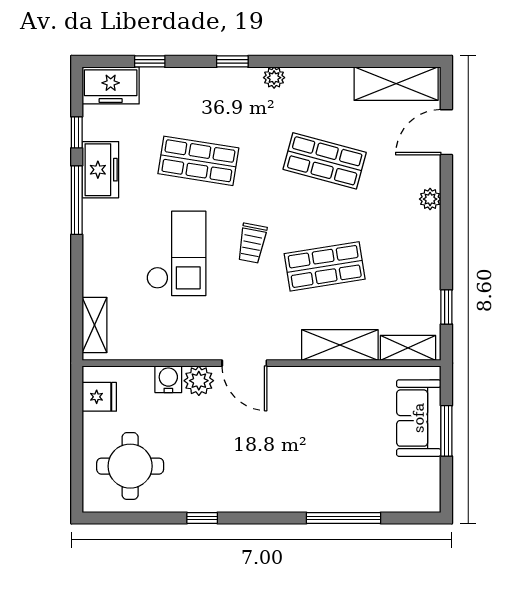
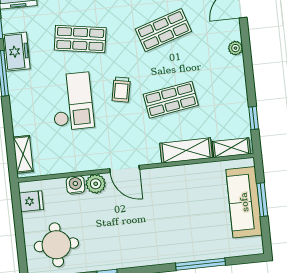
shop shelf: (325, 161) -> (163, 30), turned -33
sofa: (419, 418) -> (244, 202), width x1.36

